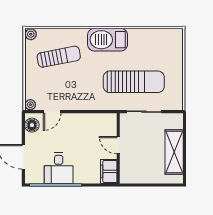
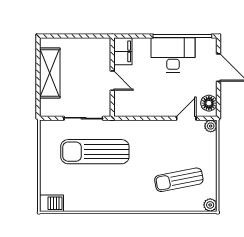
barbecue: (108, 40) -> (52, 203), moved, width x0.53, depth x0.65
desk: (59, 168) -> (173, 55), width x1.37

